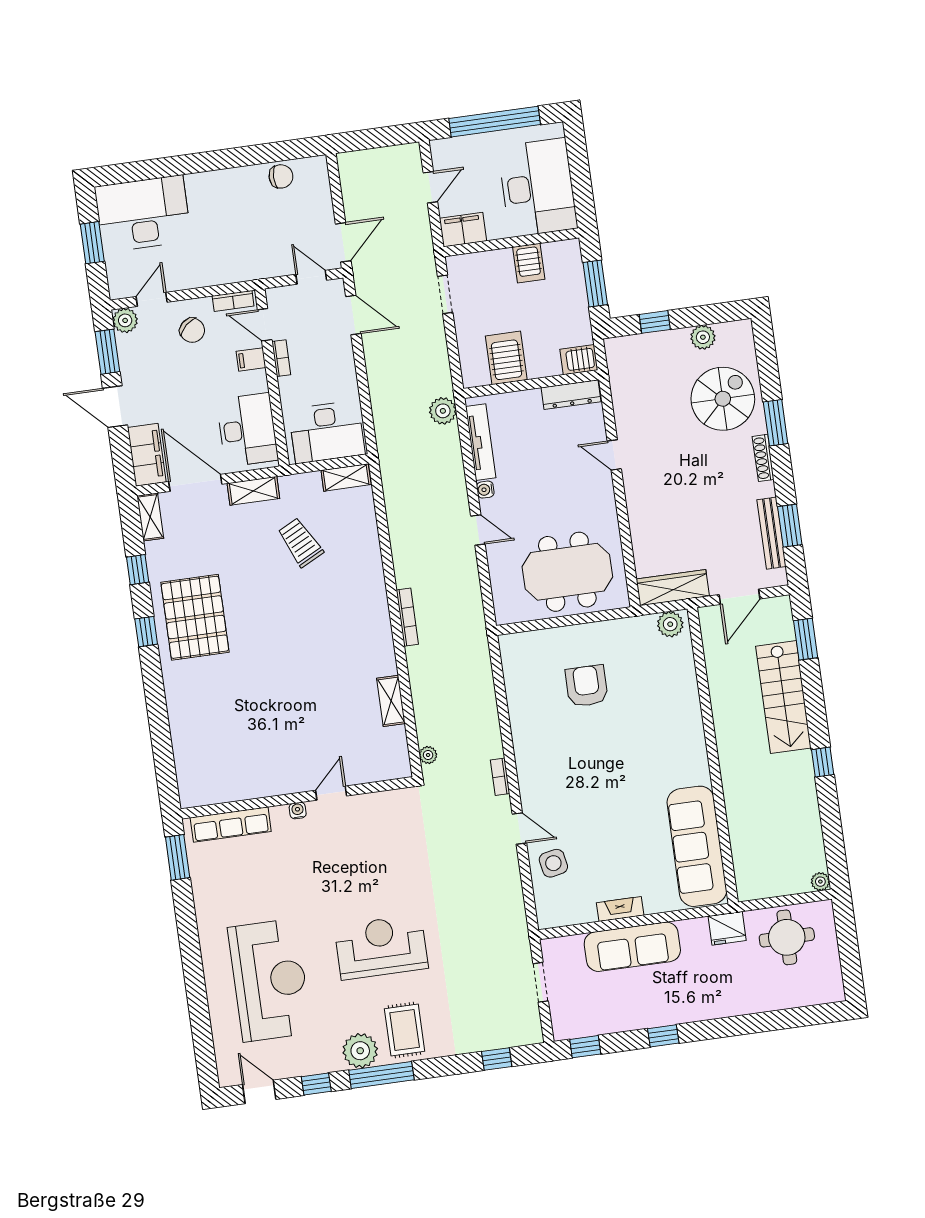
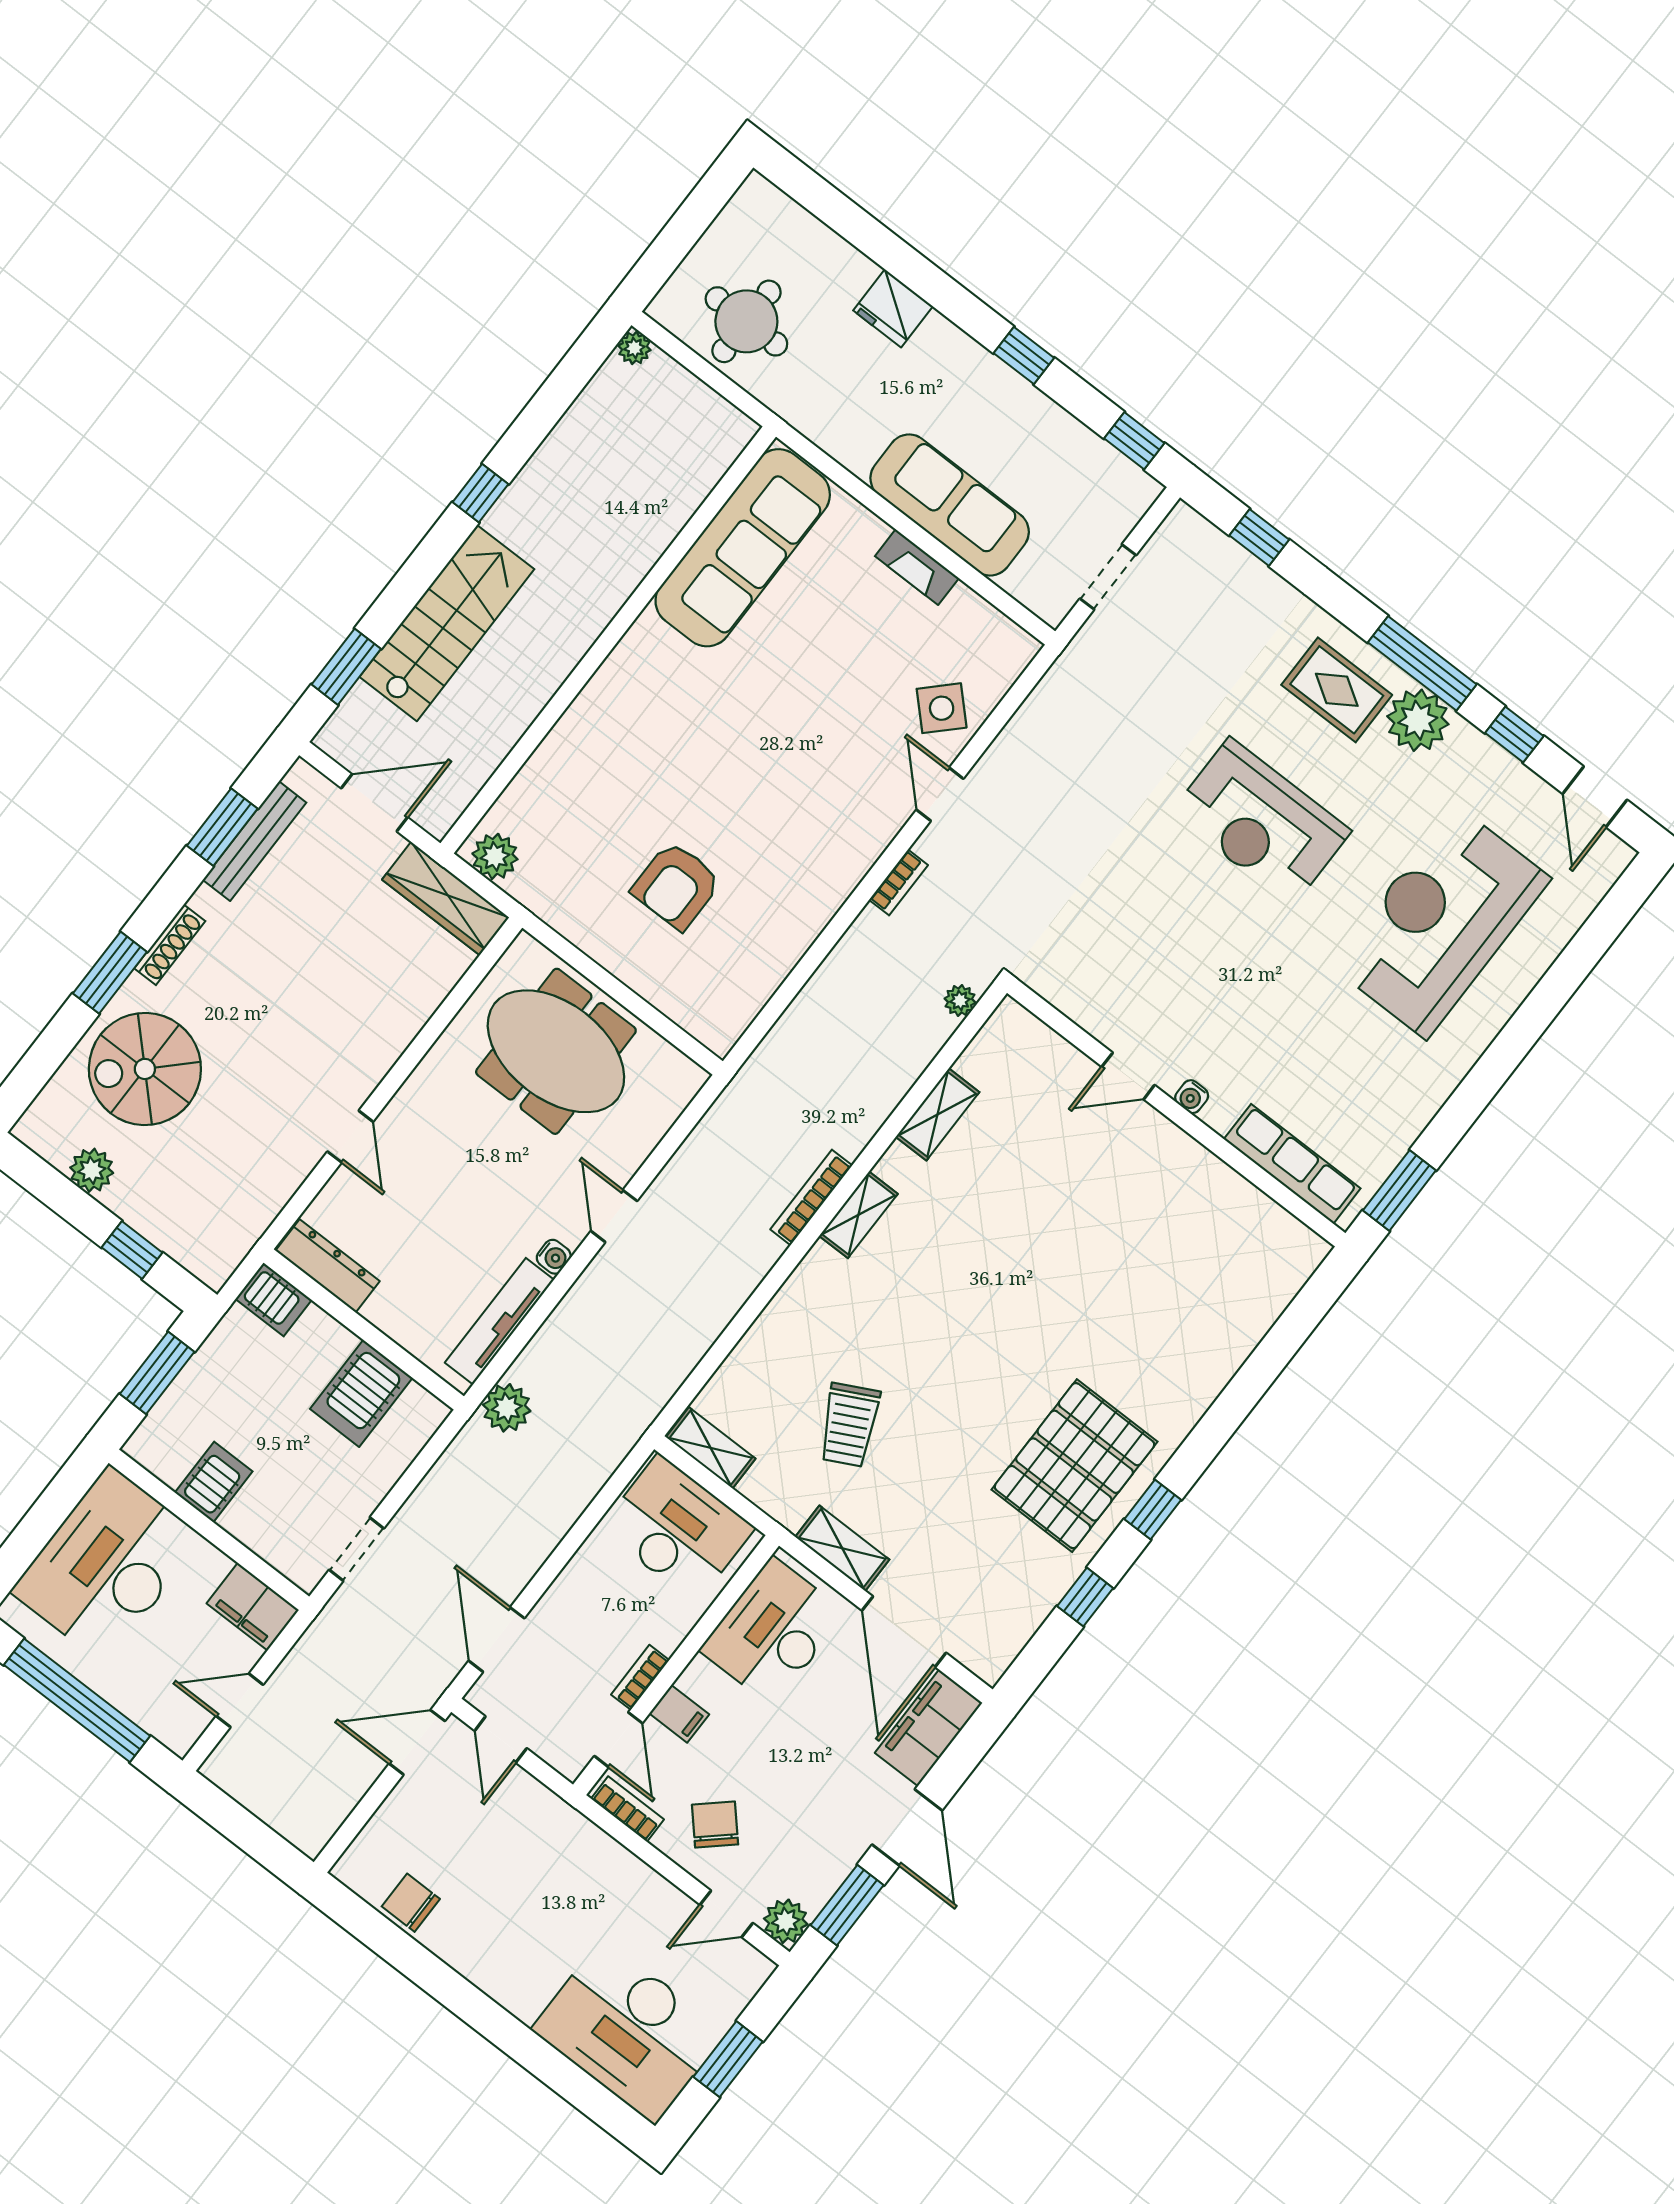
shelving: (150, 517) -> (858, 1215), moved
side table: (553, 863) -> (942, 708), turned -34
fridge: (727, 928) -> (893, 308), moved, turned 180
rug: (405, 1030) -> (1337, 690), turned 90

